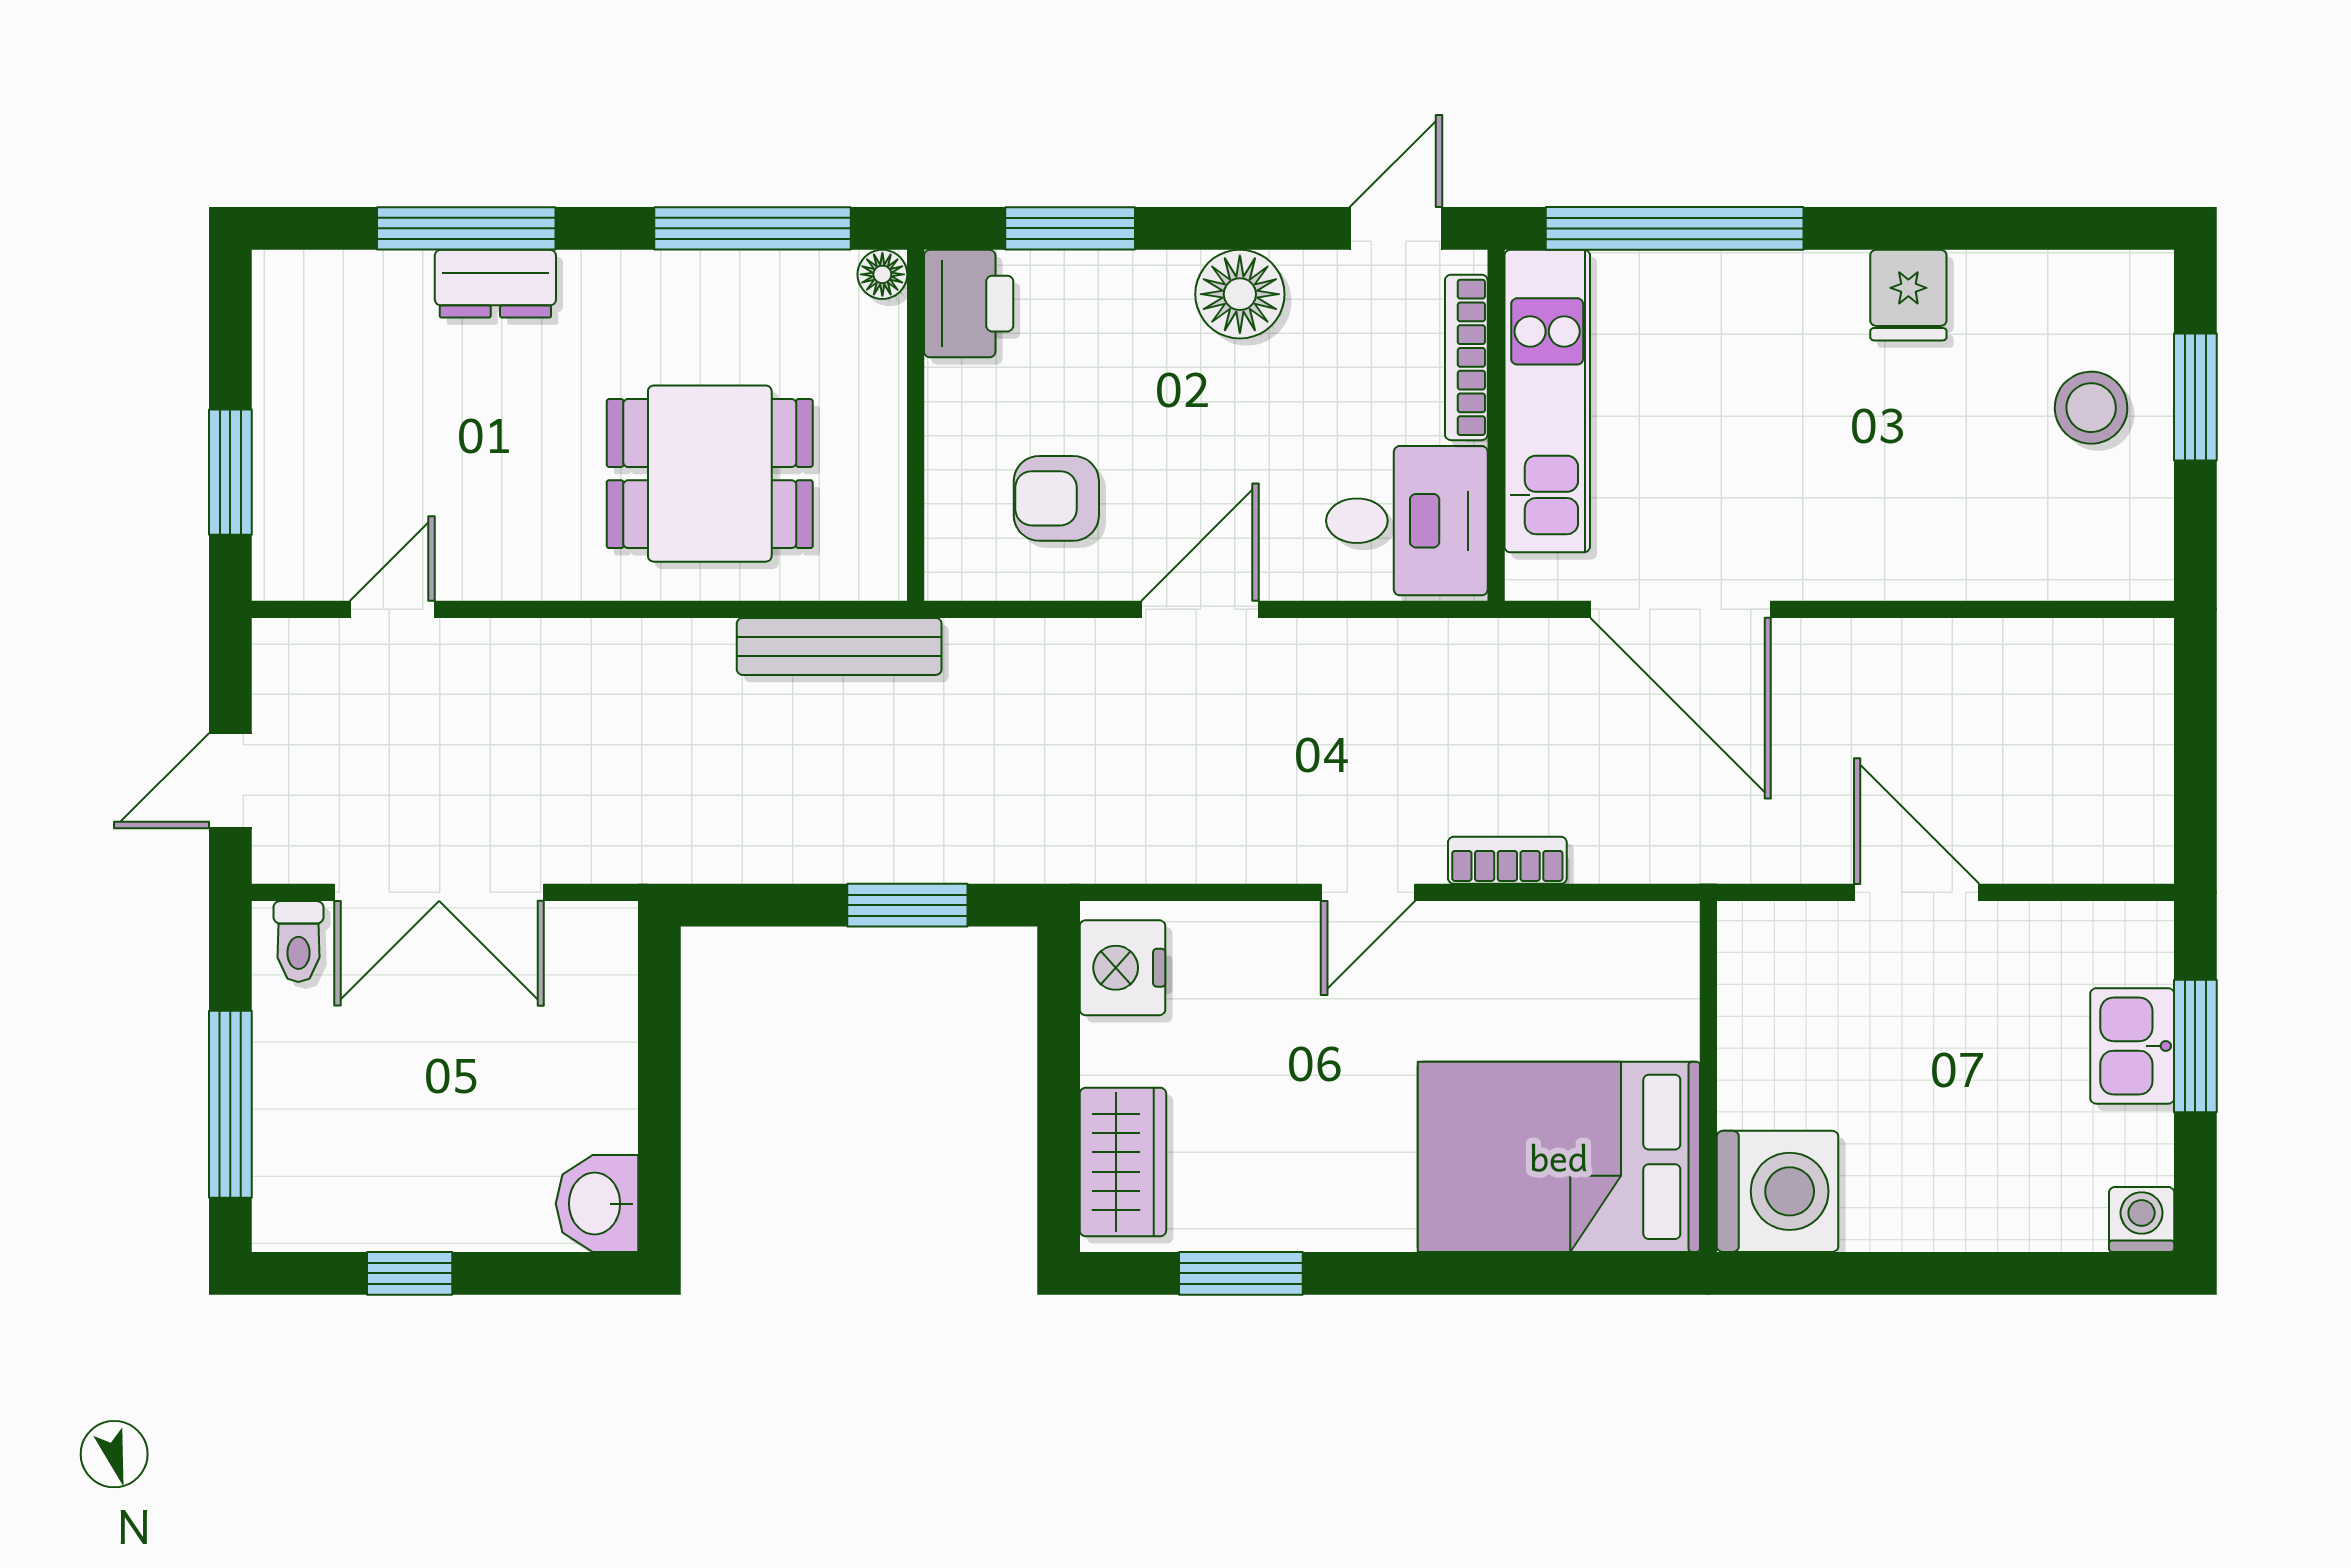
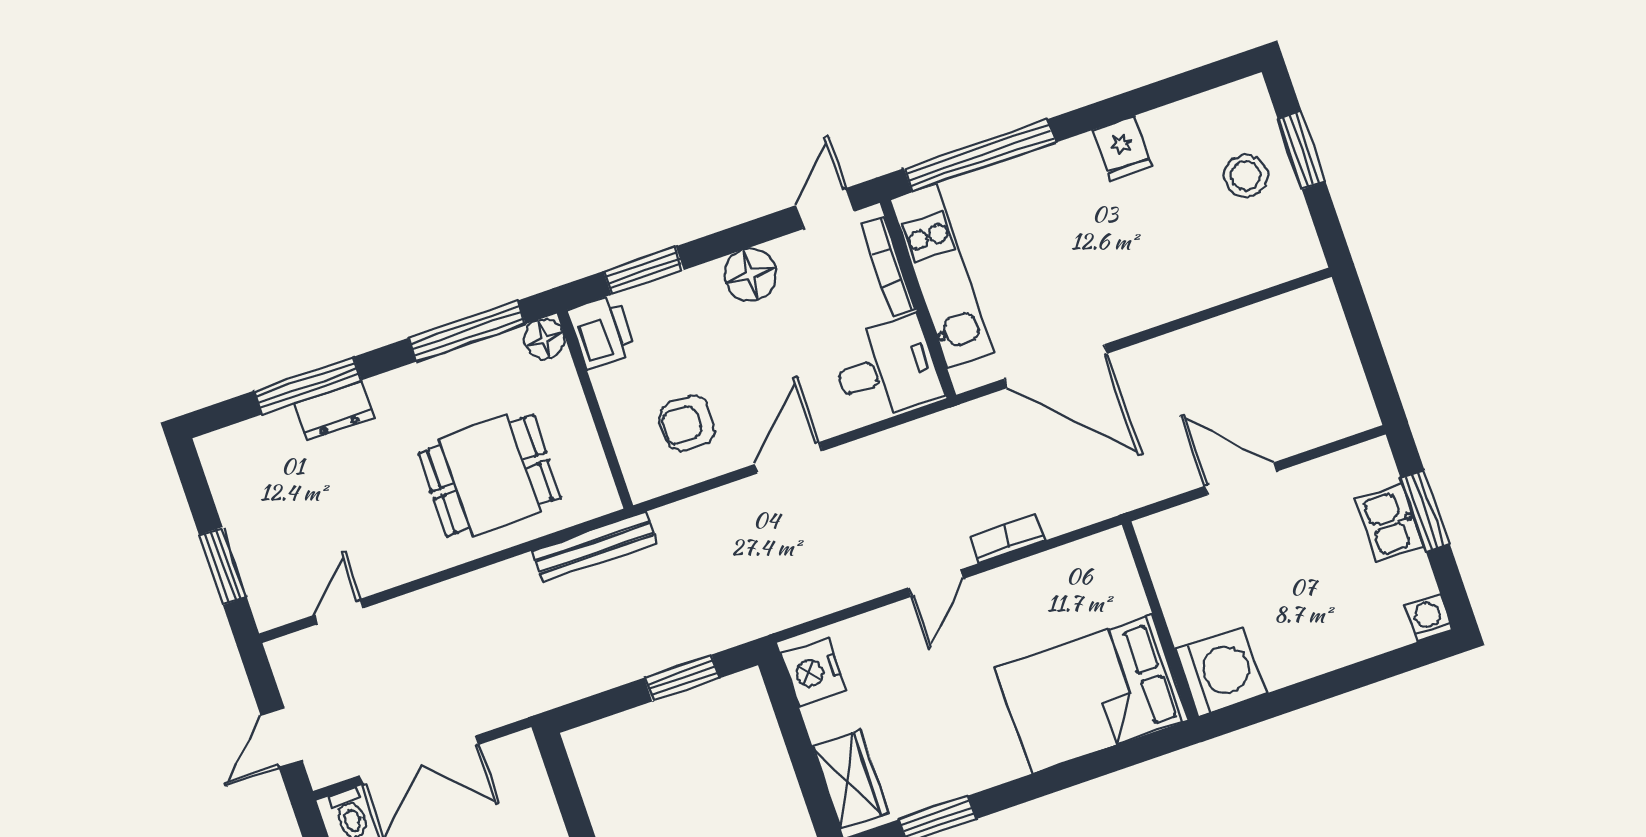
floor lamp: (882, 274) -> (544, 339), width x1.37, depth x1.37

